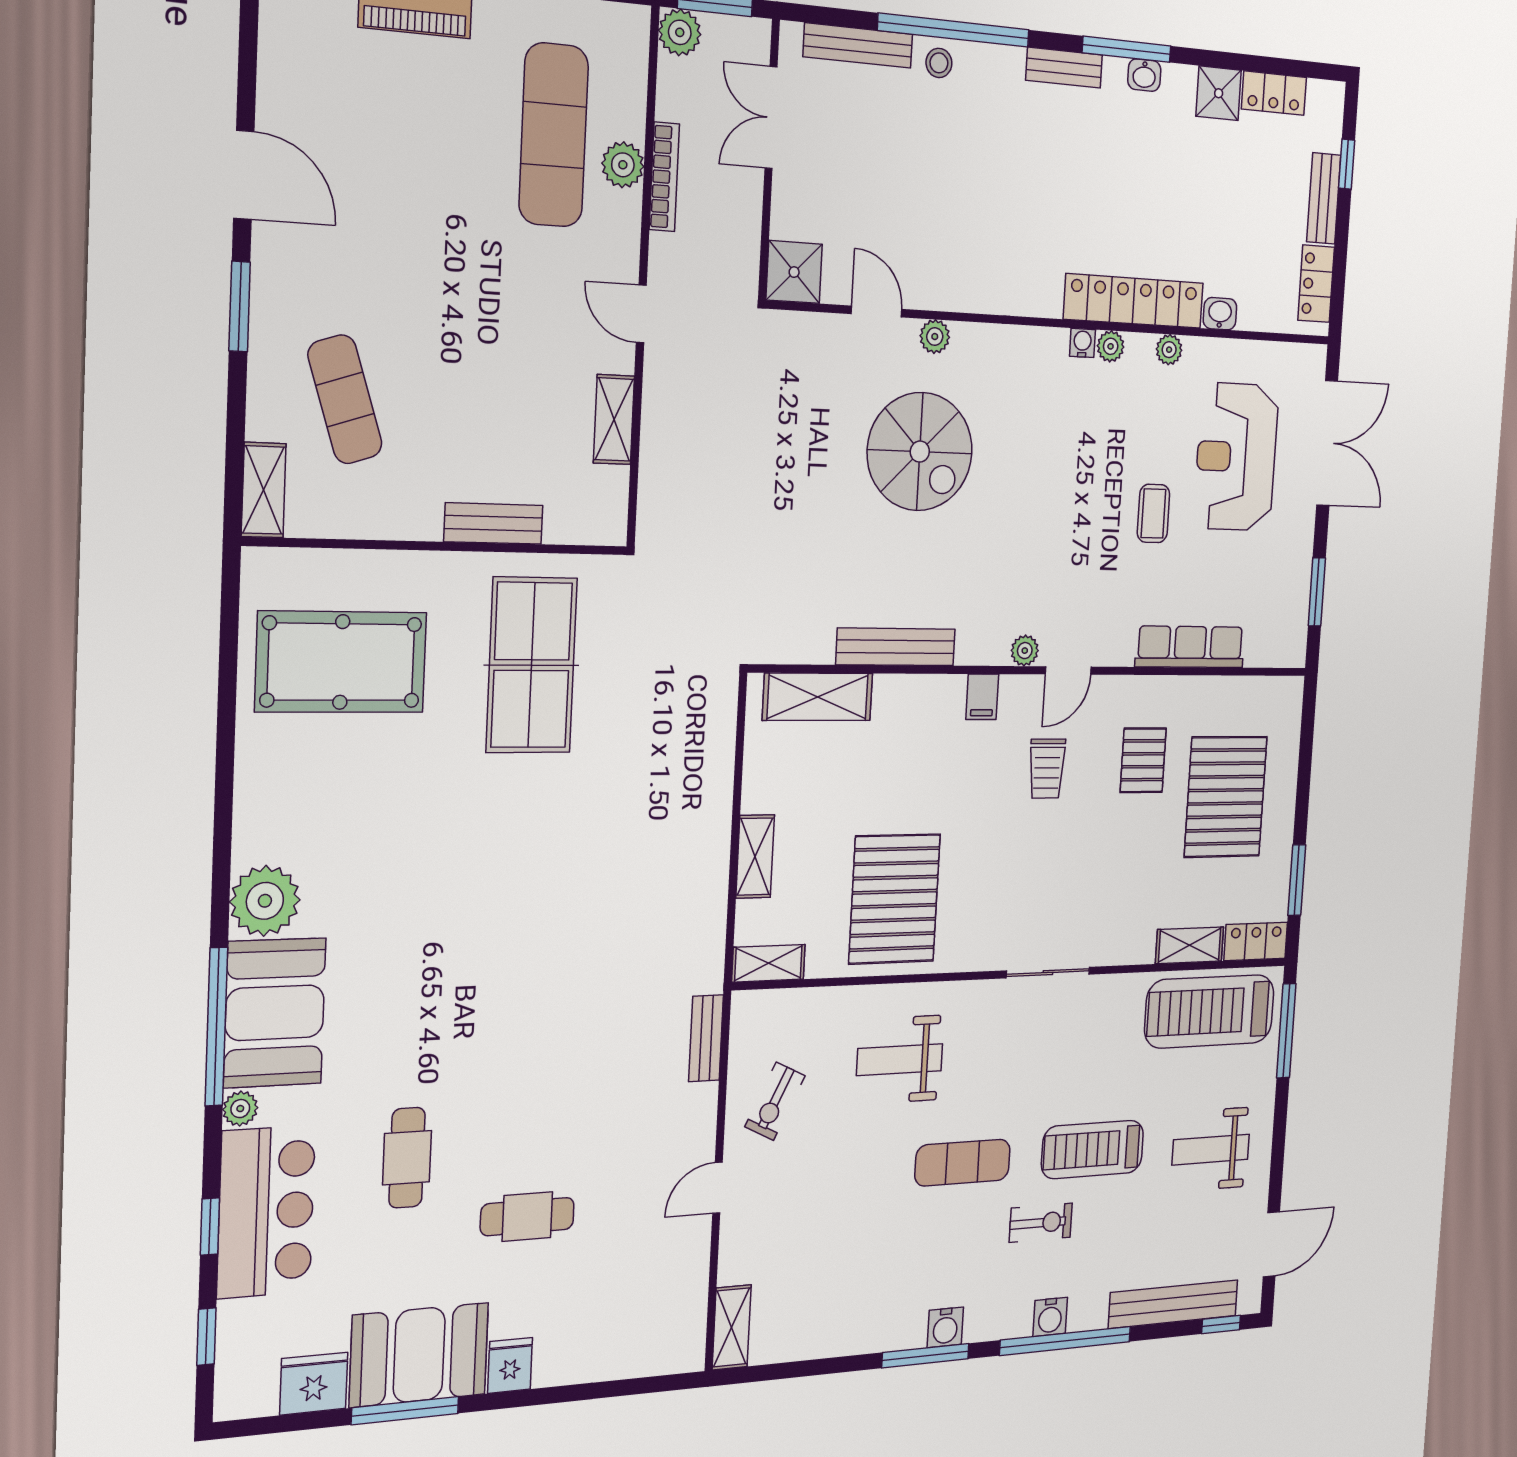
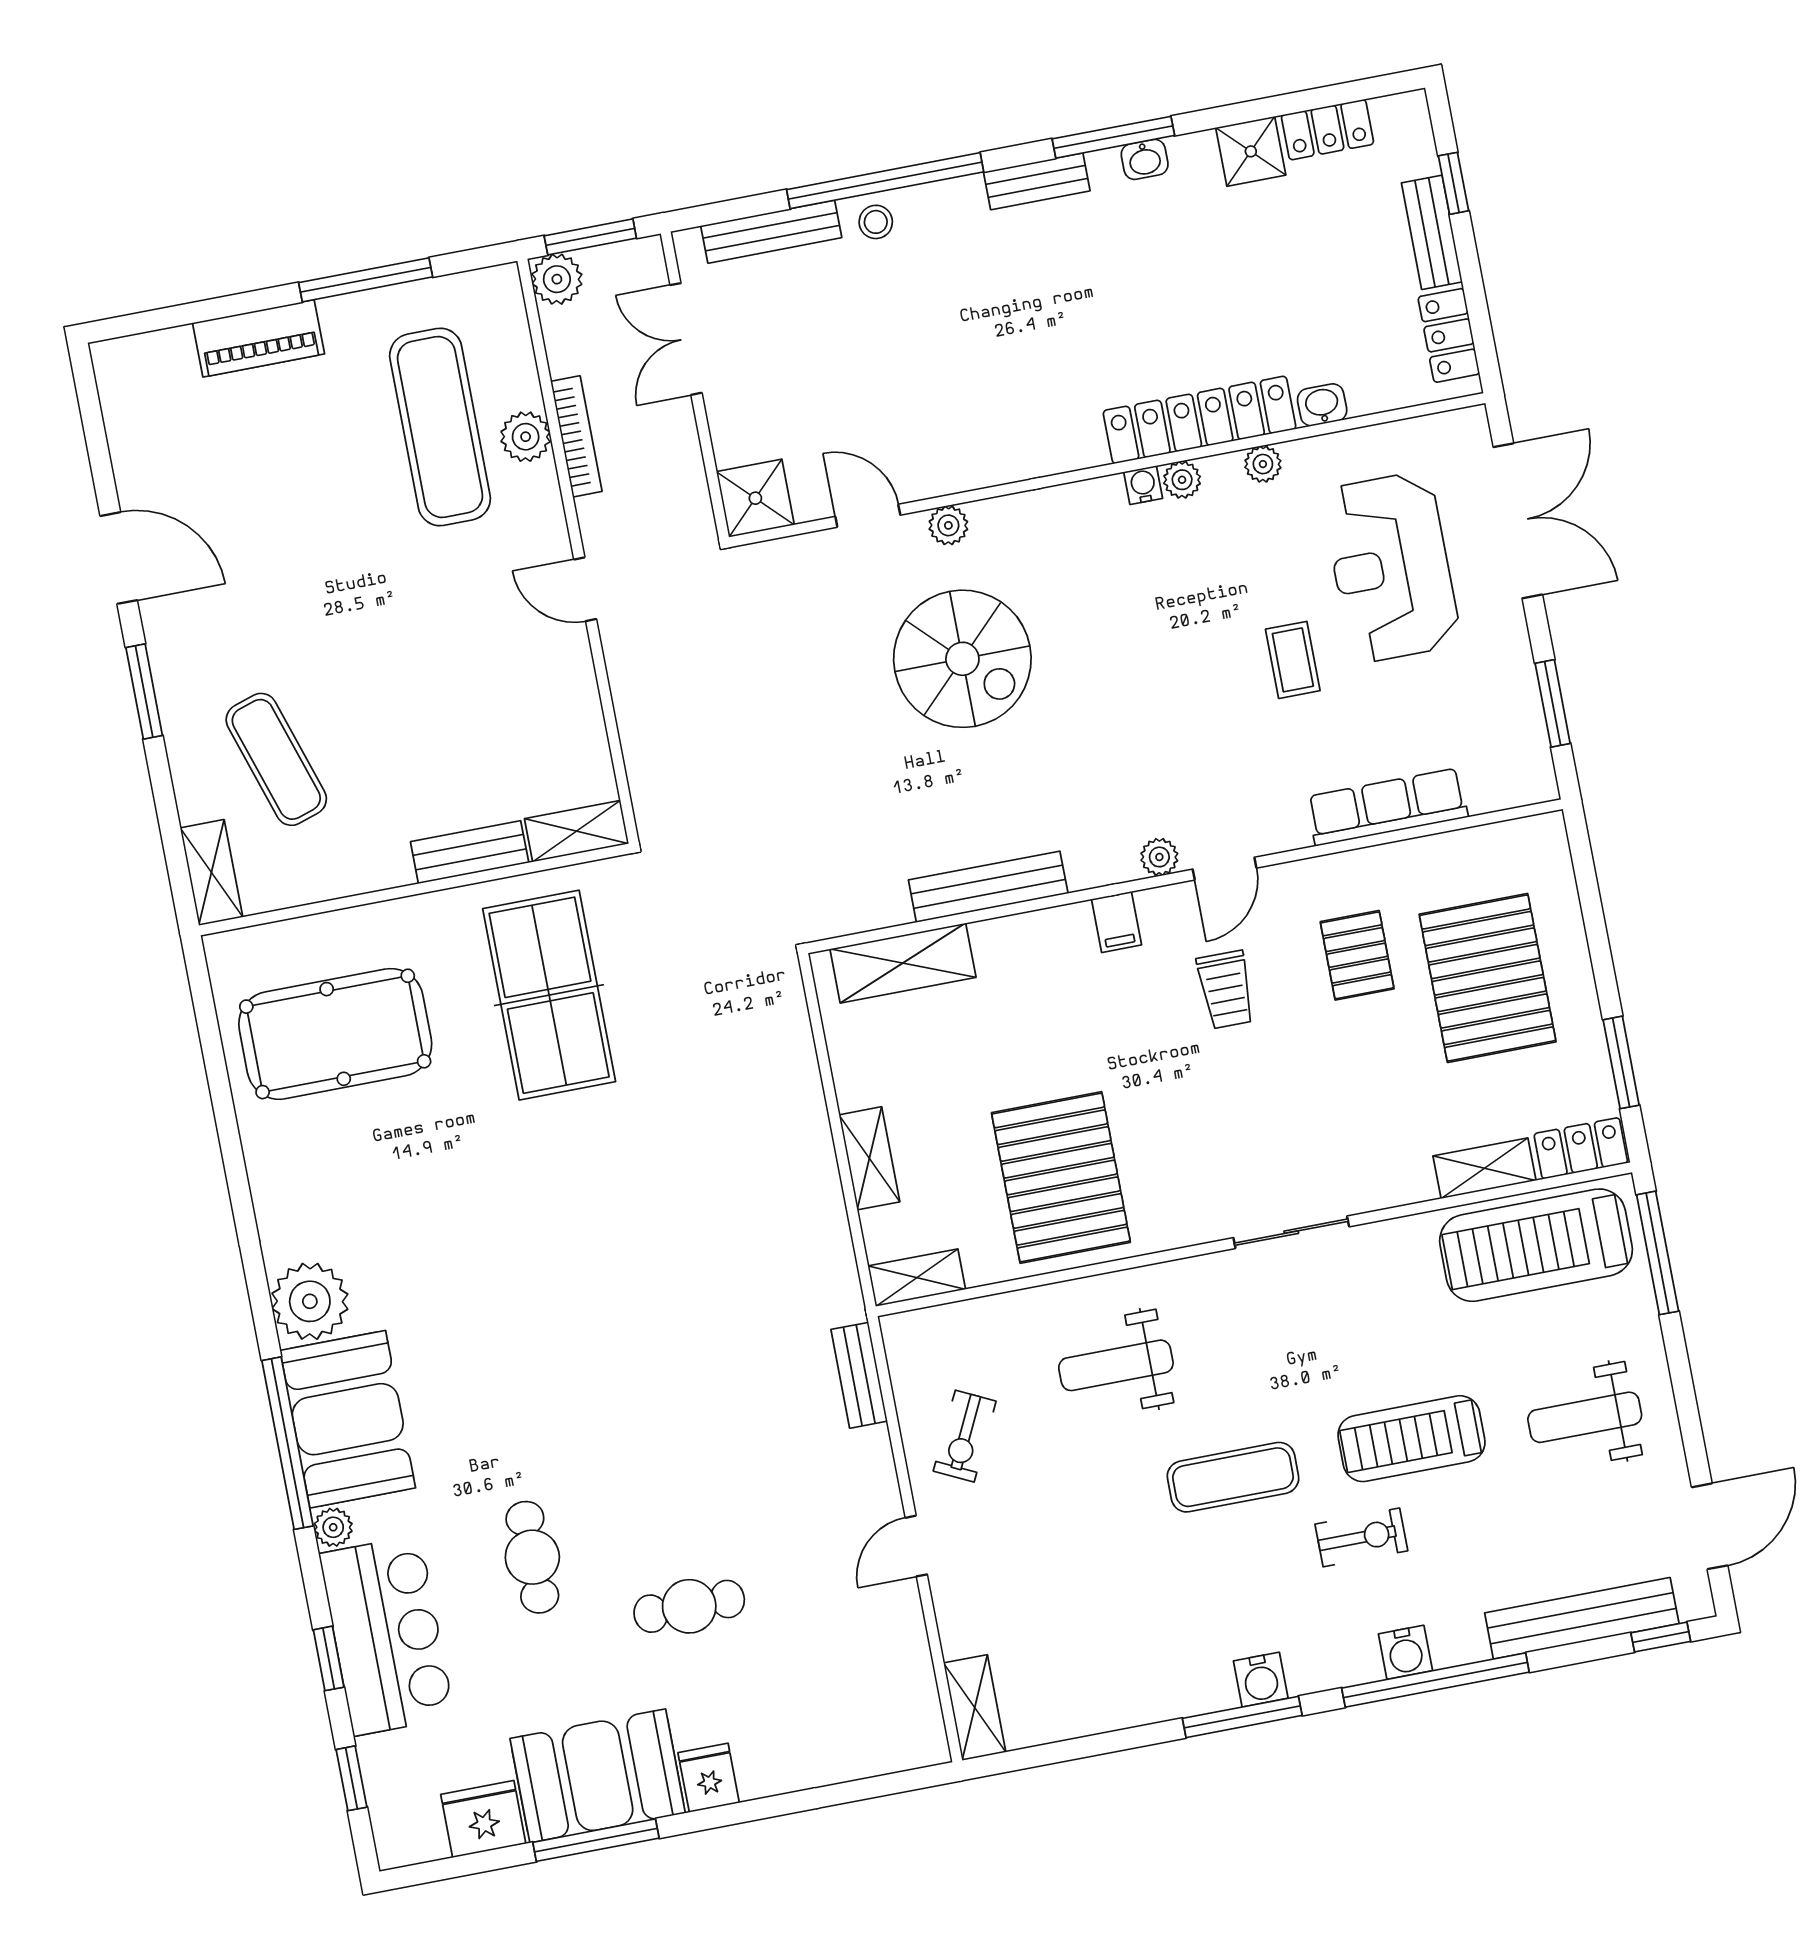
shelving: (614, 419) -> (577, 831), moved, turned 90

